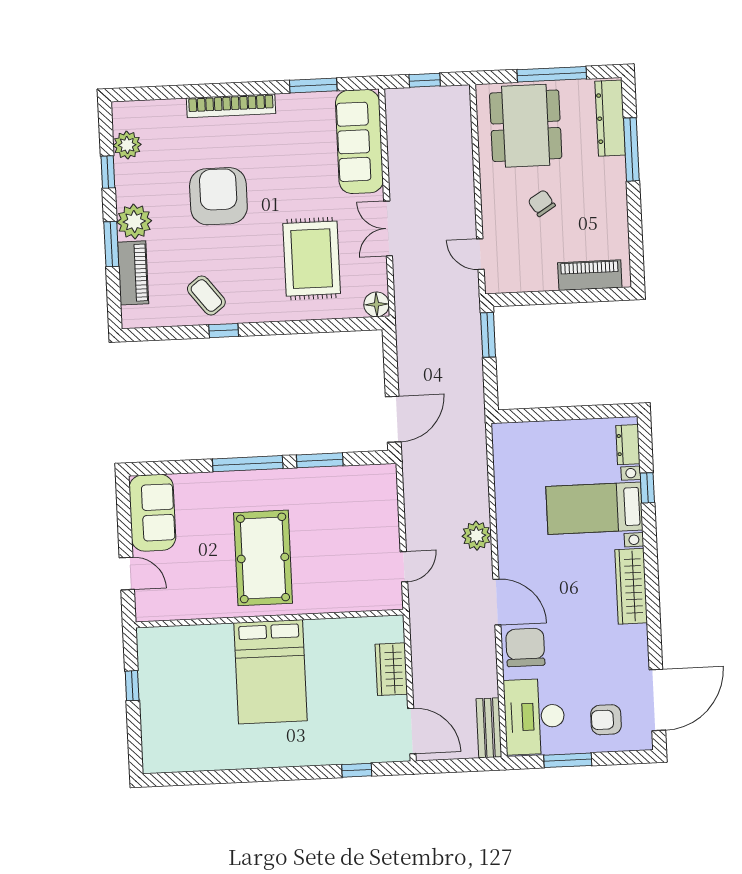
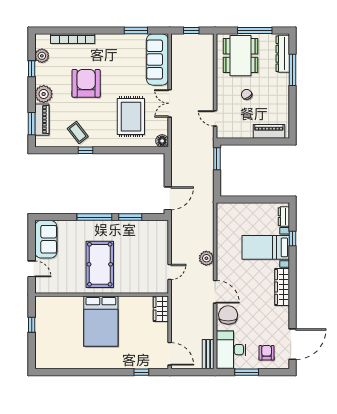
bookcase: (231, 106) -> (73, 39), moved
window: (111, 244) -> (32, 124), moved
wardrobe: (391, 669) -> (161, 309), moved
armchair: (606, 720) -> (267, 353), turned 90

